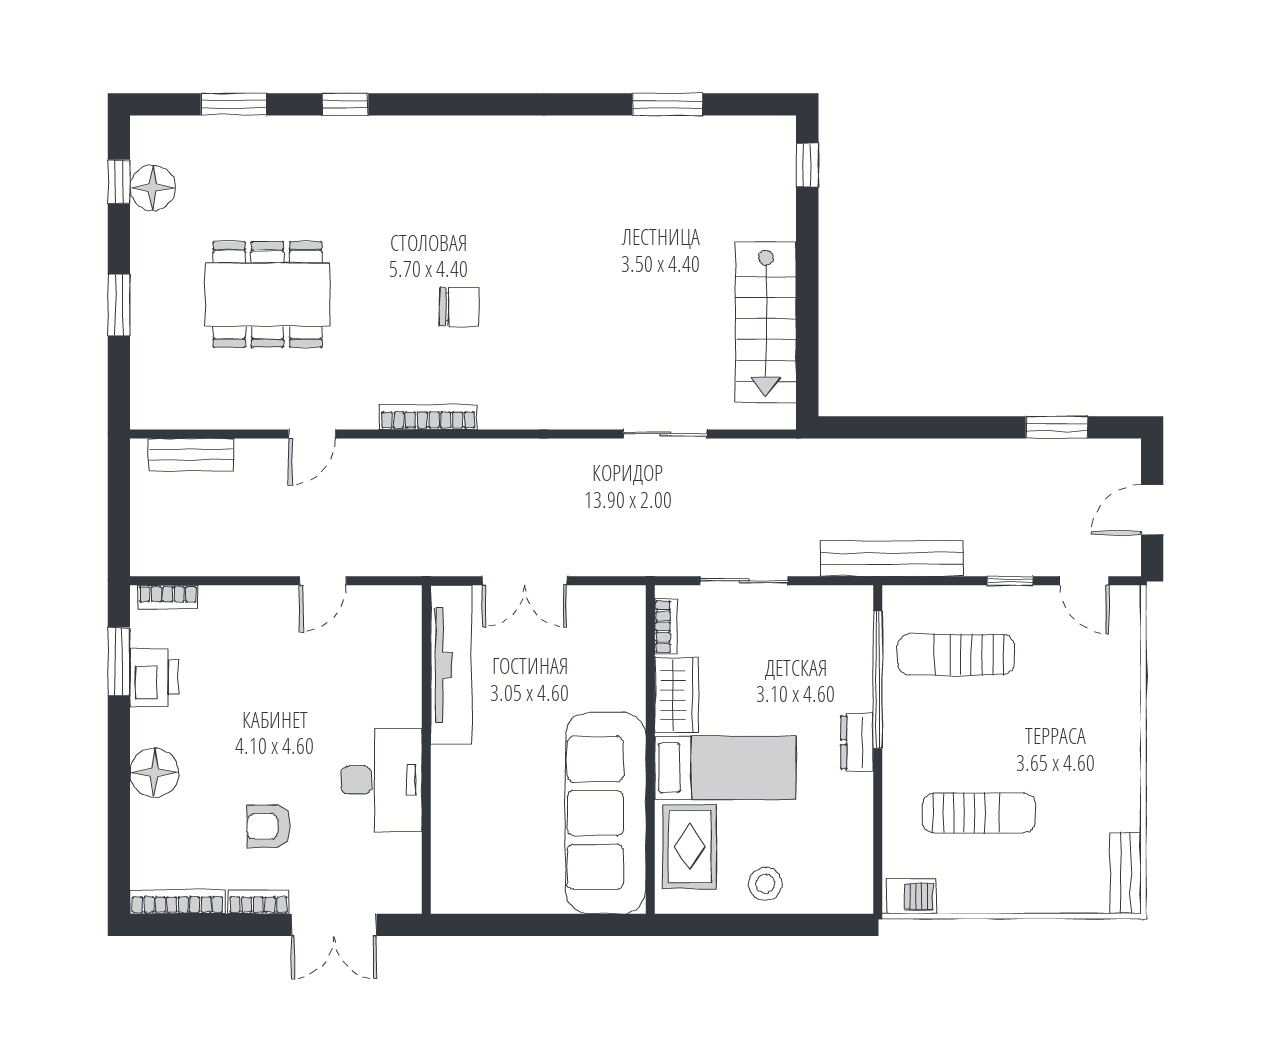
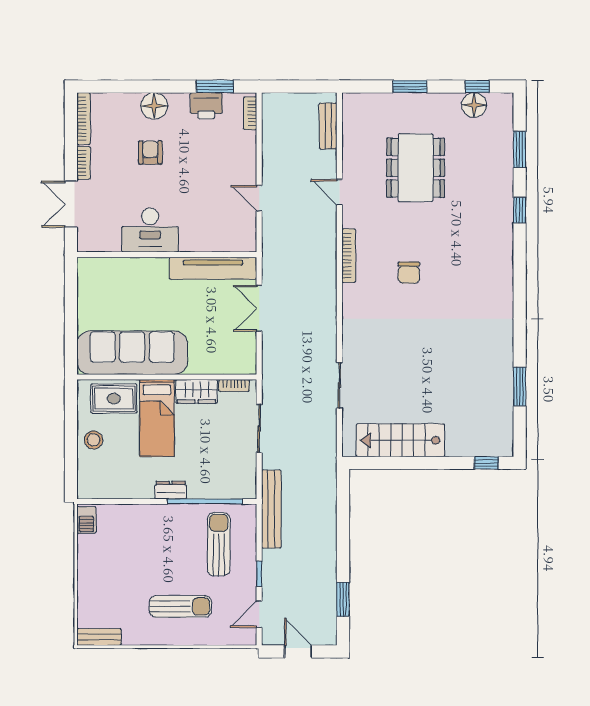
sun lounger: (979, 813) -> (180, 606), moved, turned -90
armchair: (269, 826) -> (150, 153), moved

